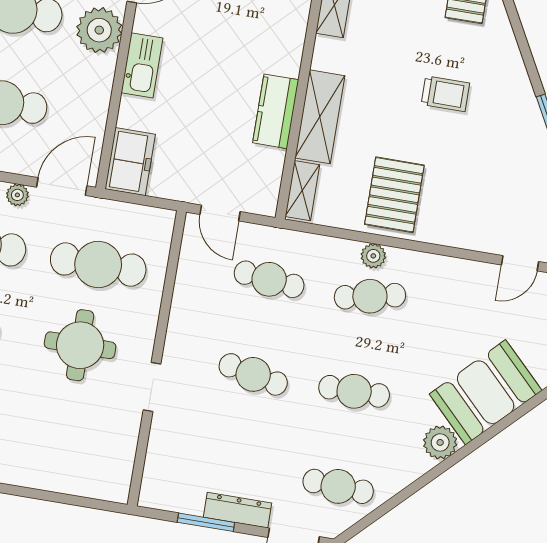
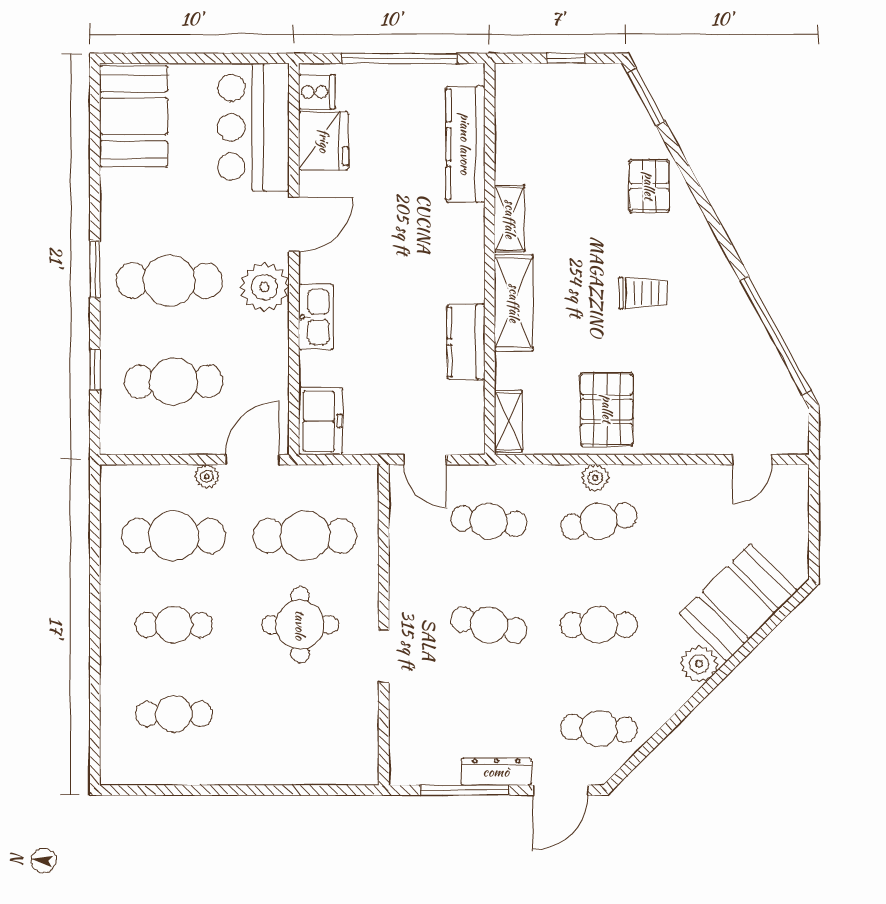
shelving: (320, 117) -> (514, 303), moved
window: (206, 522) -> (465, 790), width x1.44

